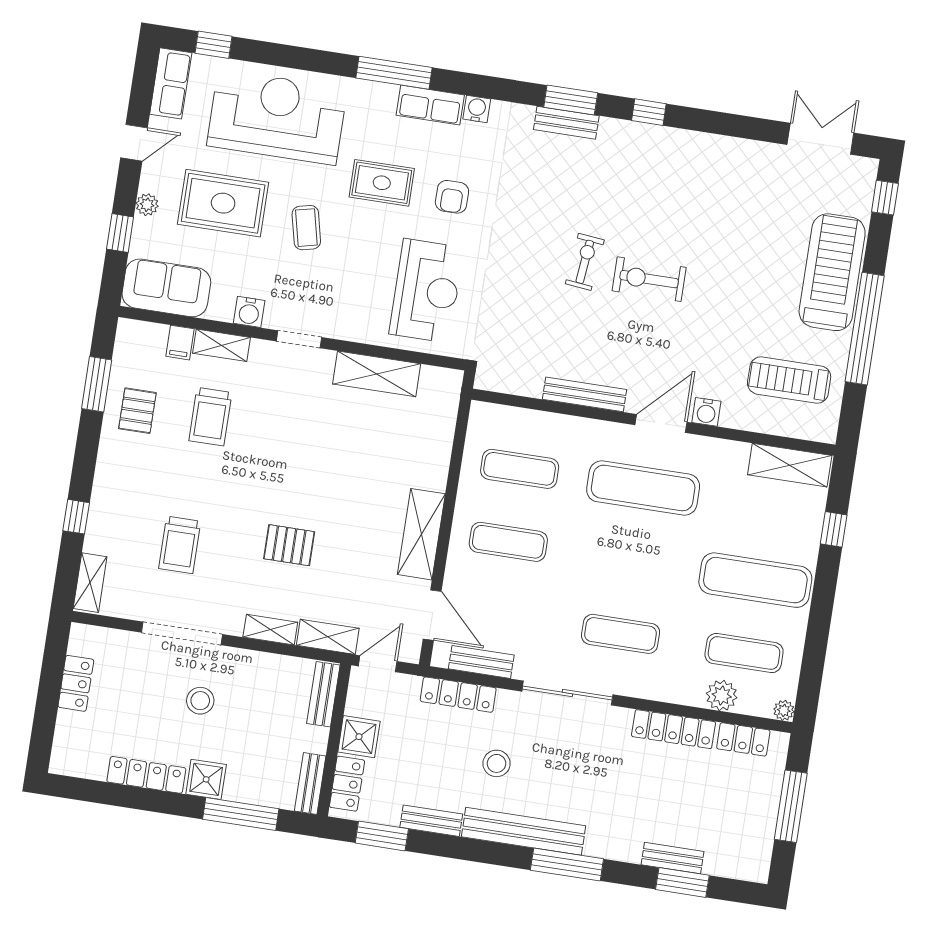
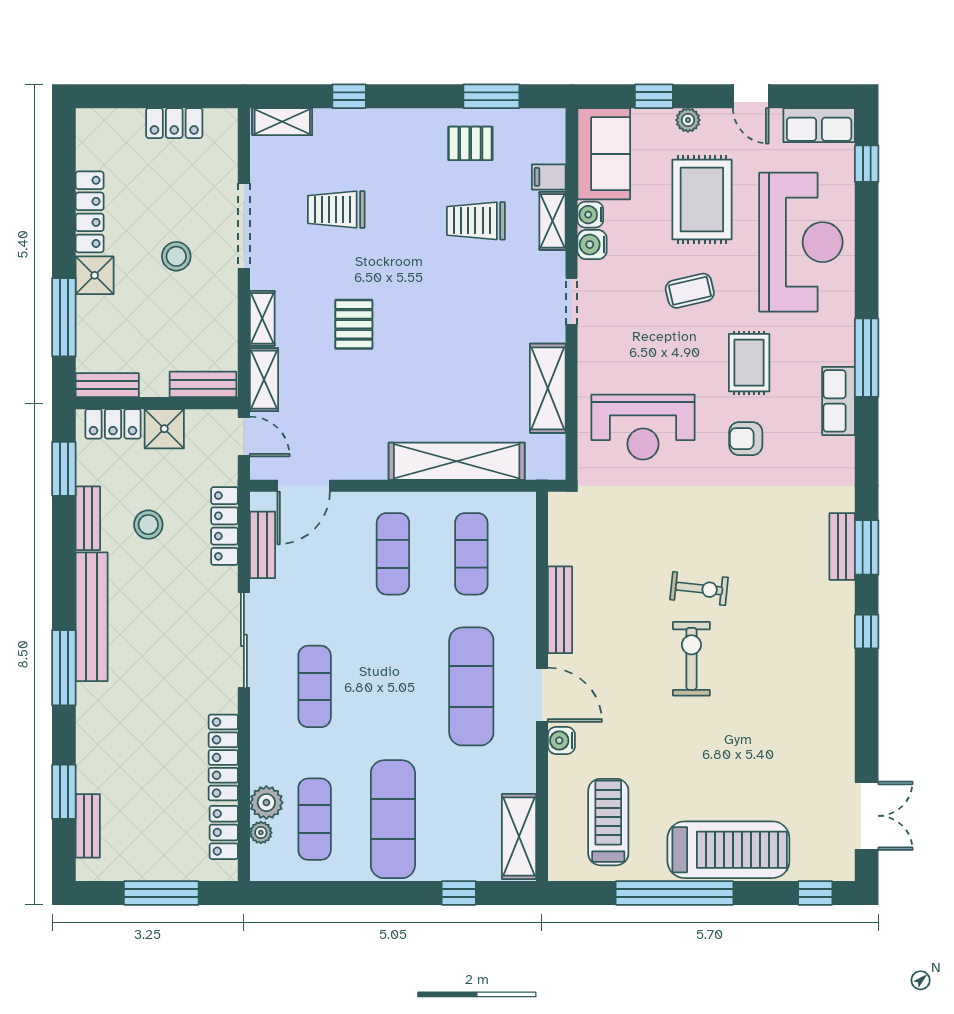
water cooler: (477, 109) -> (590, 215), moved, turned 180
shelving: (421, 534) -> (457, 461), moved, width x1.47
plant: (784, 710) -> (261, 833), moved
stool: (497, 763) -> (148, 525), moved
bench: (672, 858) -> (88, 826), moved

